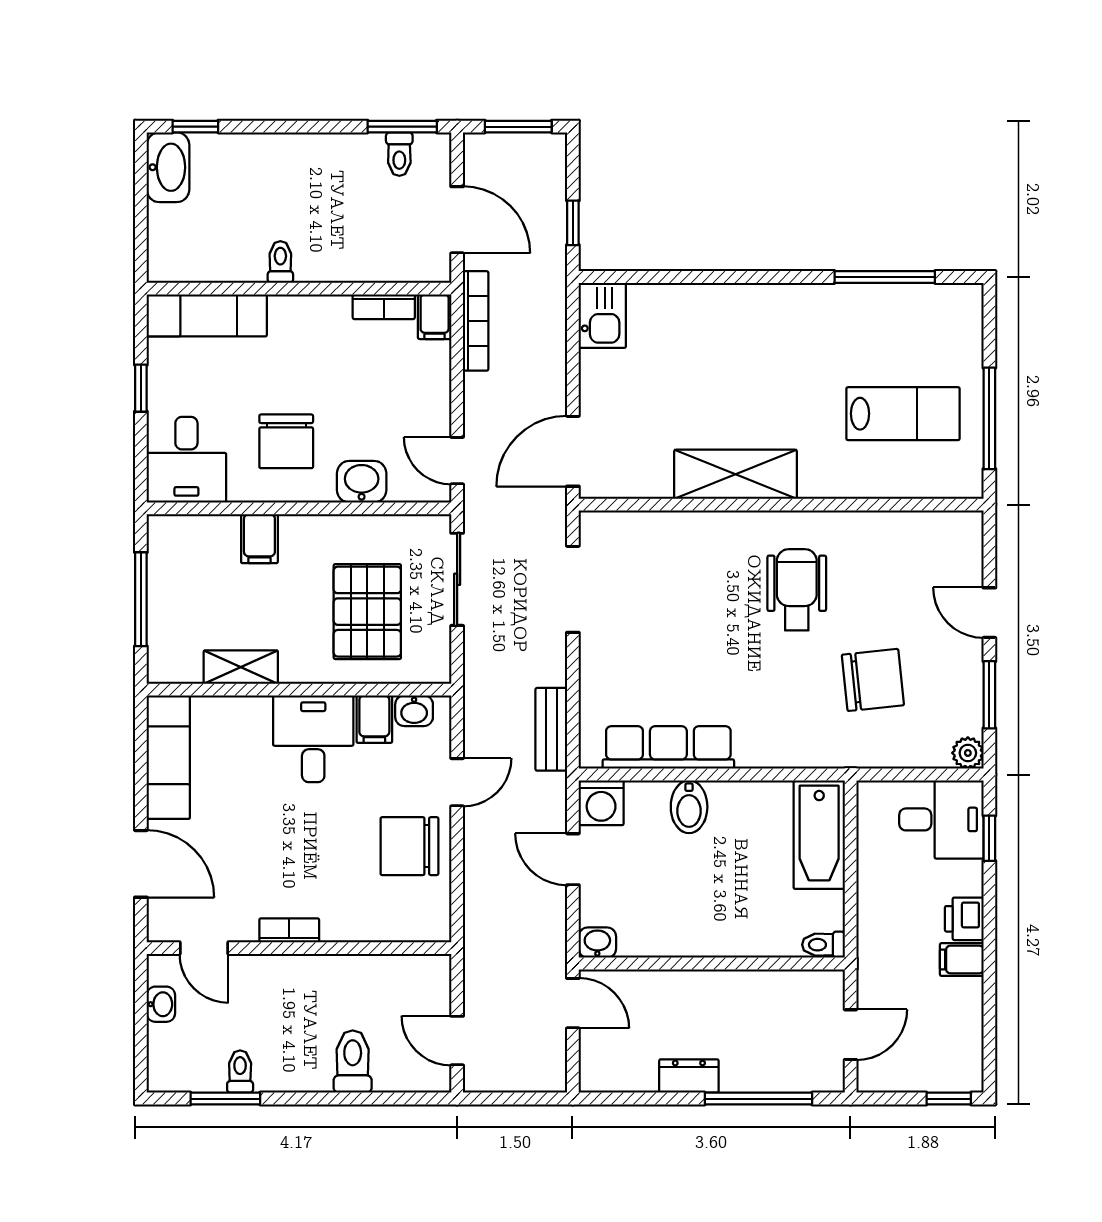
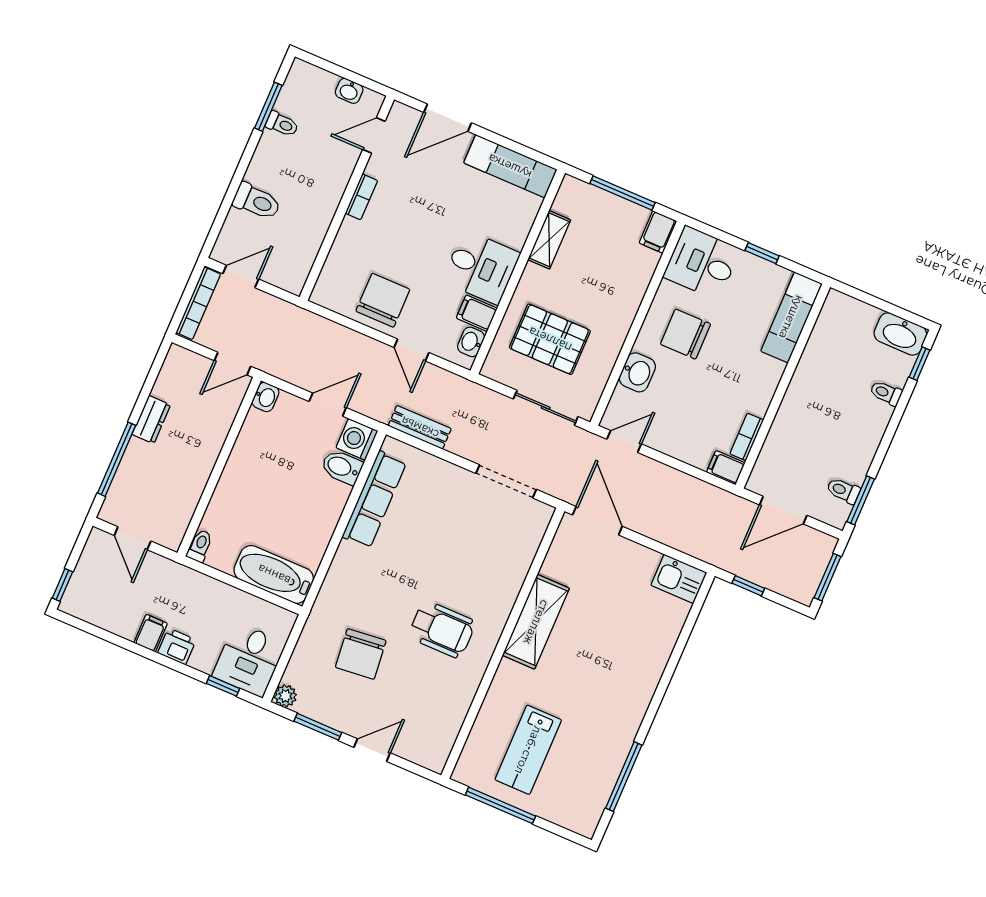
toilet: (280, 262) -> (886, 393), moved, turned 180
bookcase: (476, 321) -> (198, 303), moved, turned -90
filing cabinet: (259, 539) -> (658, 232), moved, turned -90
bidet: (689, 807) -> (342, 467), moved

